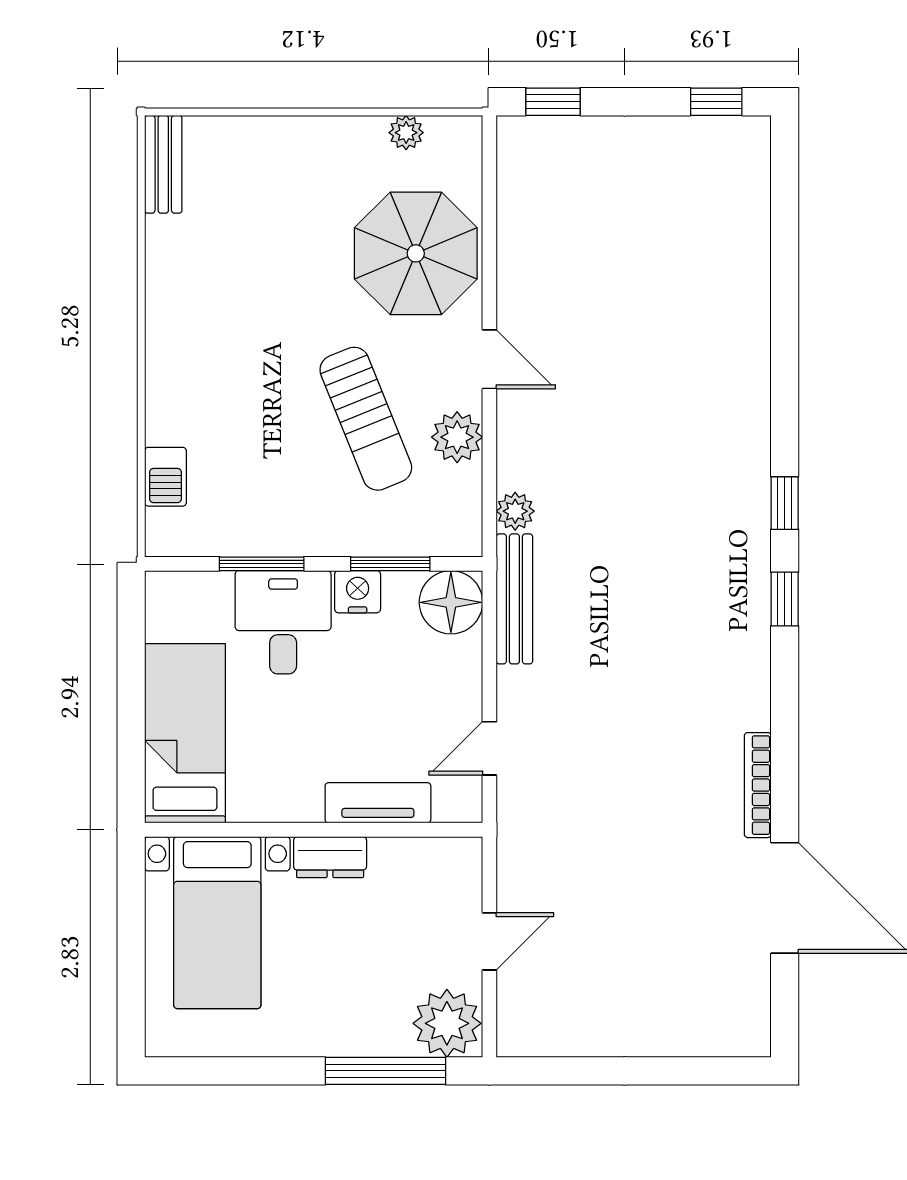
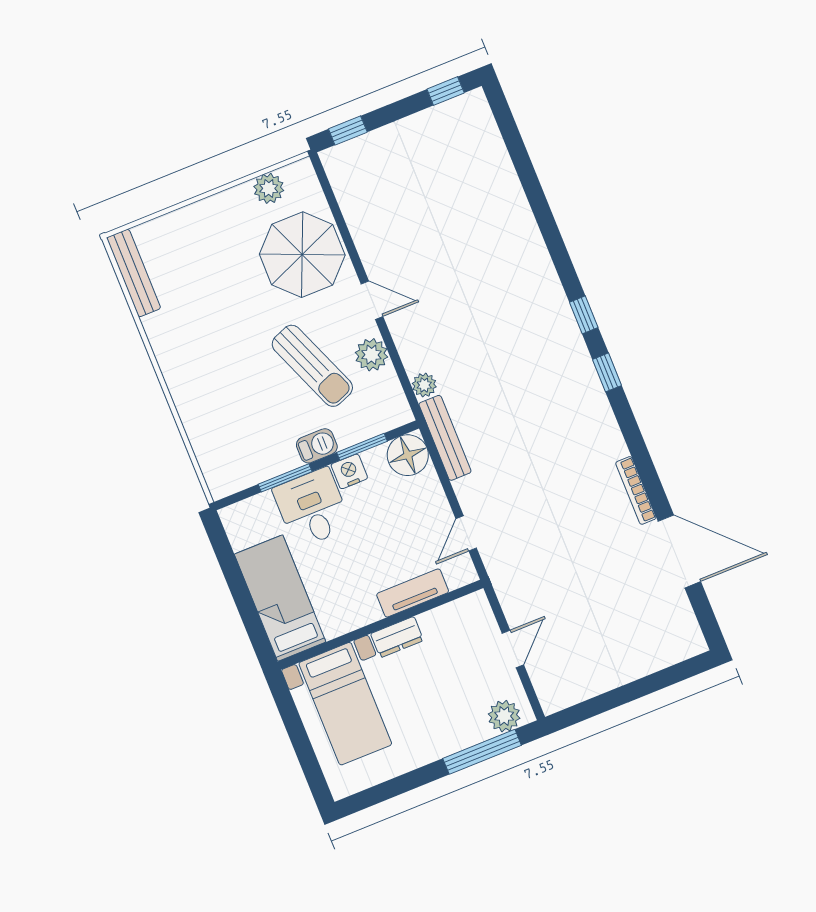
plant: (406, 133) -> (269, 188), width x1.38, depth x1.38
bench: (163, 164) -> (134, 273), width x1.36
barbecue: (165, 477) -> (317, 446), moved, turned -90
plant: (447, 1023) -> (504, 716), width x0.73, depth x0.73

